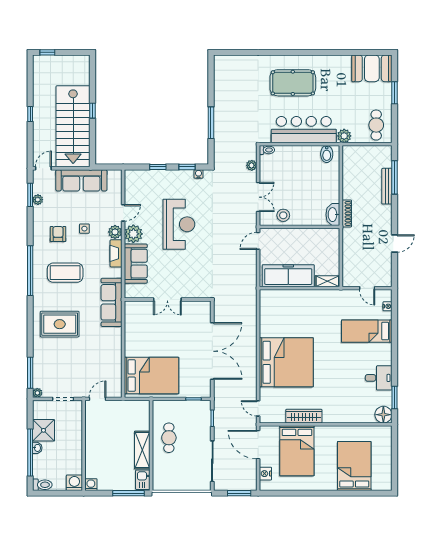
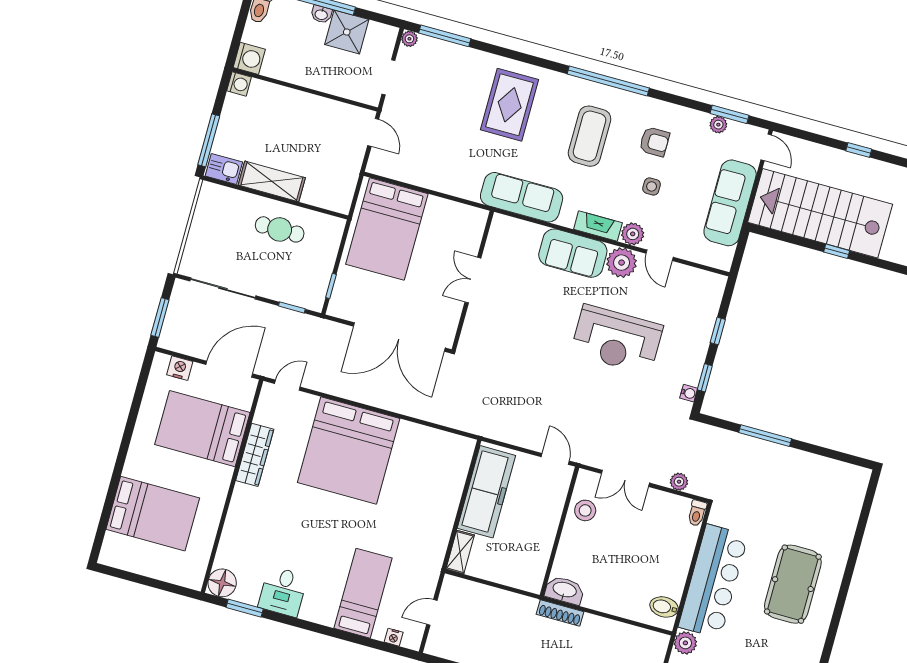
double door: (167, 300) -> (473, 280), moved
wall: (168, 300) -> (473, 281), moved

